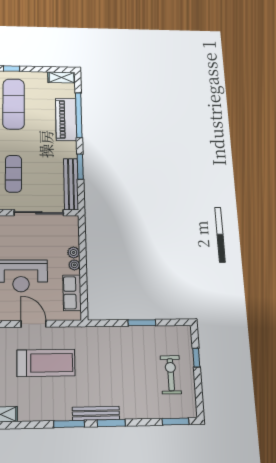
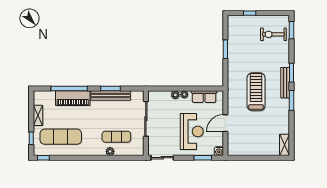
shelving: (62, 77) -> (38, 115), moved
bench: (71, 184) -> (111, 96), moved
treadmill: (46, 363) -> (256, 92), moved
exercise bike: (171, 375) -> (273, 34), moved

